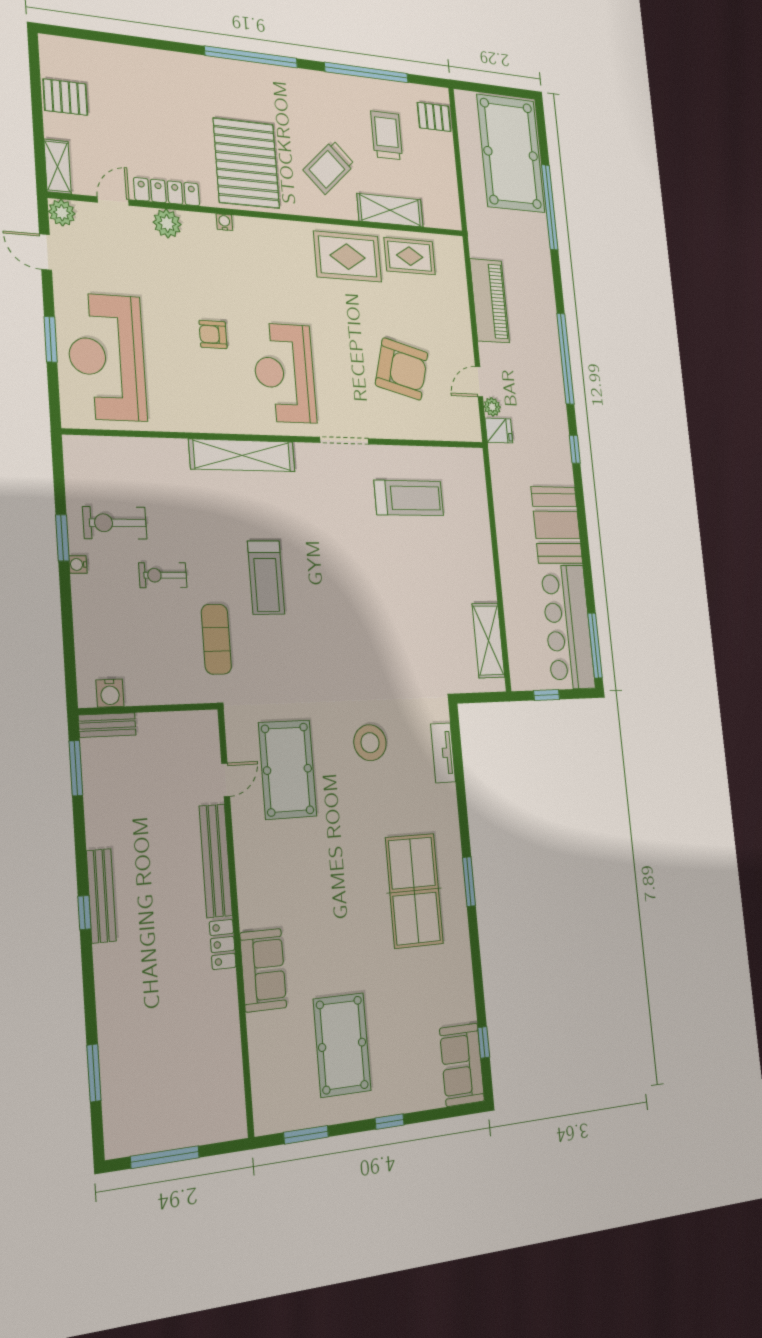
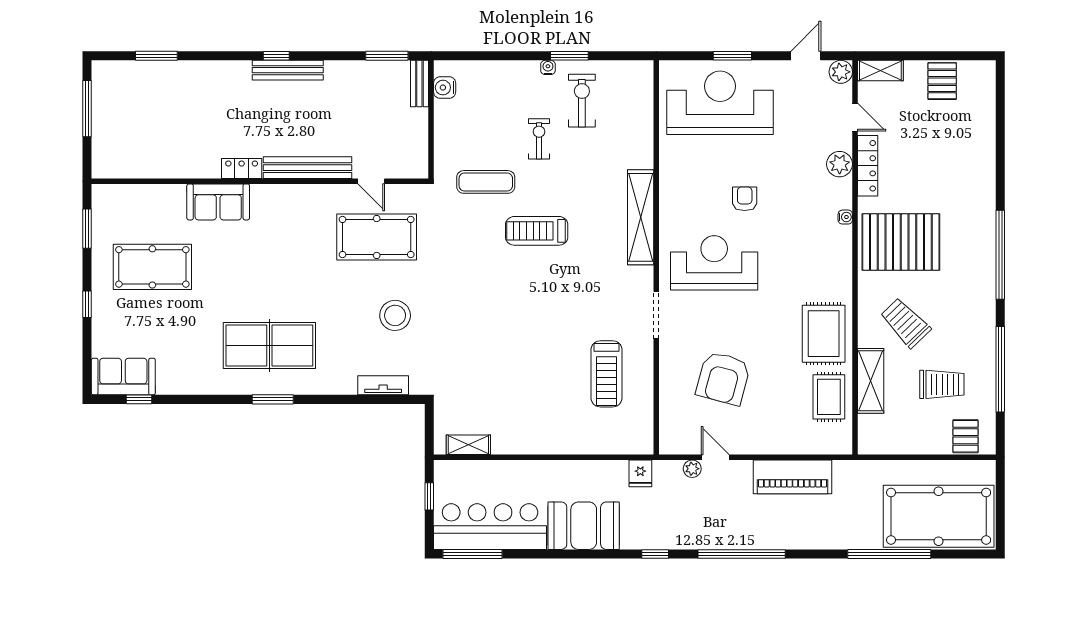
fridge: (499, 431) -> (640, 473), moved
shelving: (488, 640) -> (468, 445), width x0.67, depth x0.75

